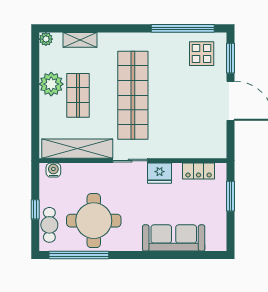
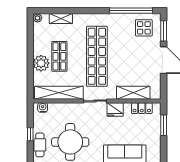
plant: (51, 84) -> (41, 63), moved
shelving: (186, 149) -> (133, 93), added

